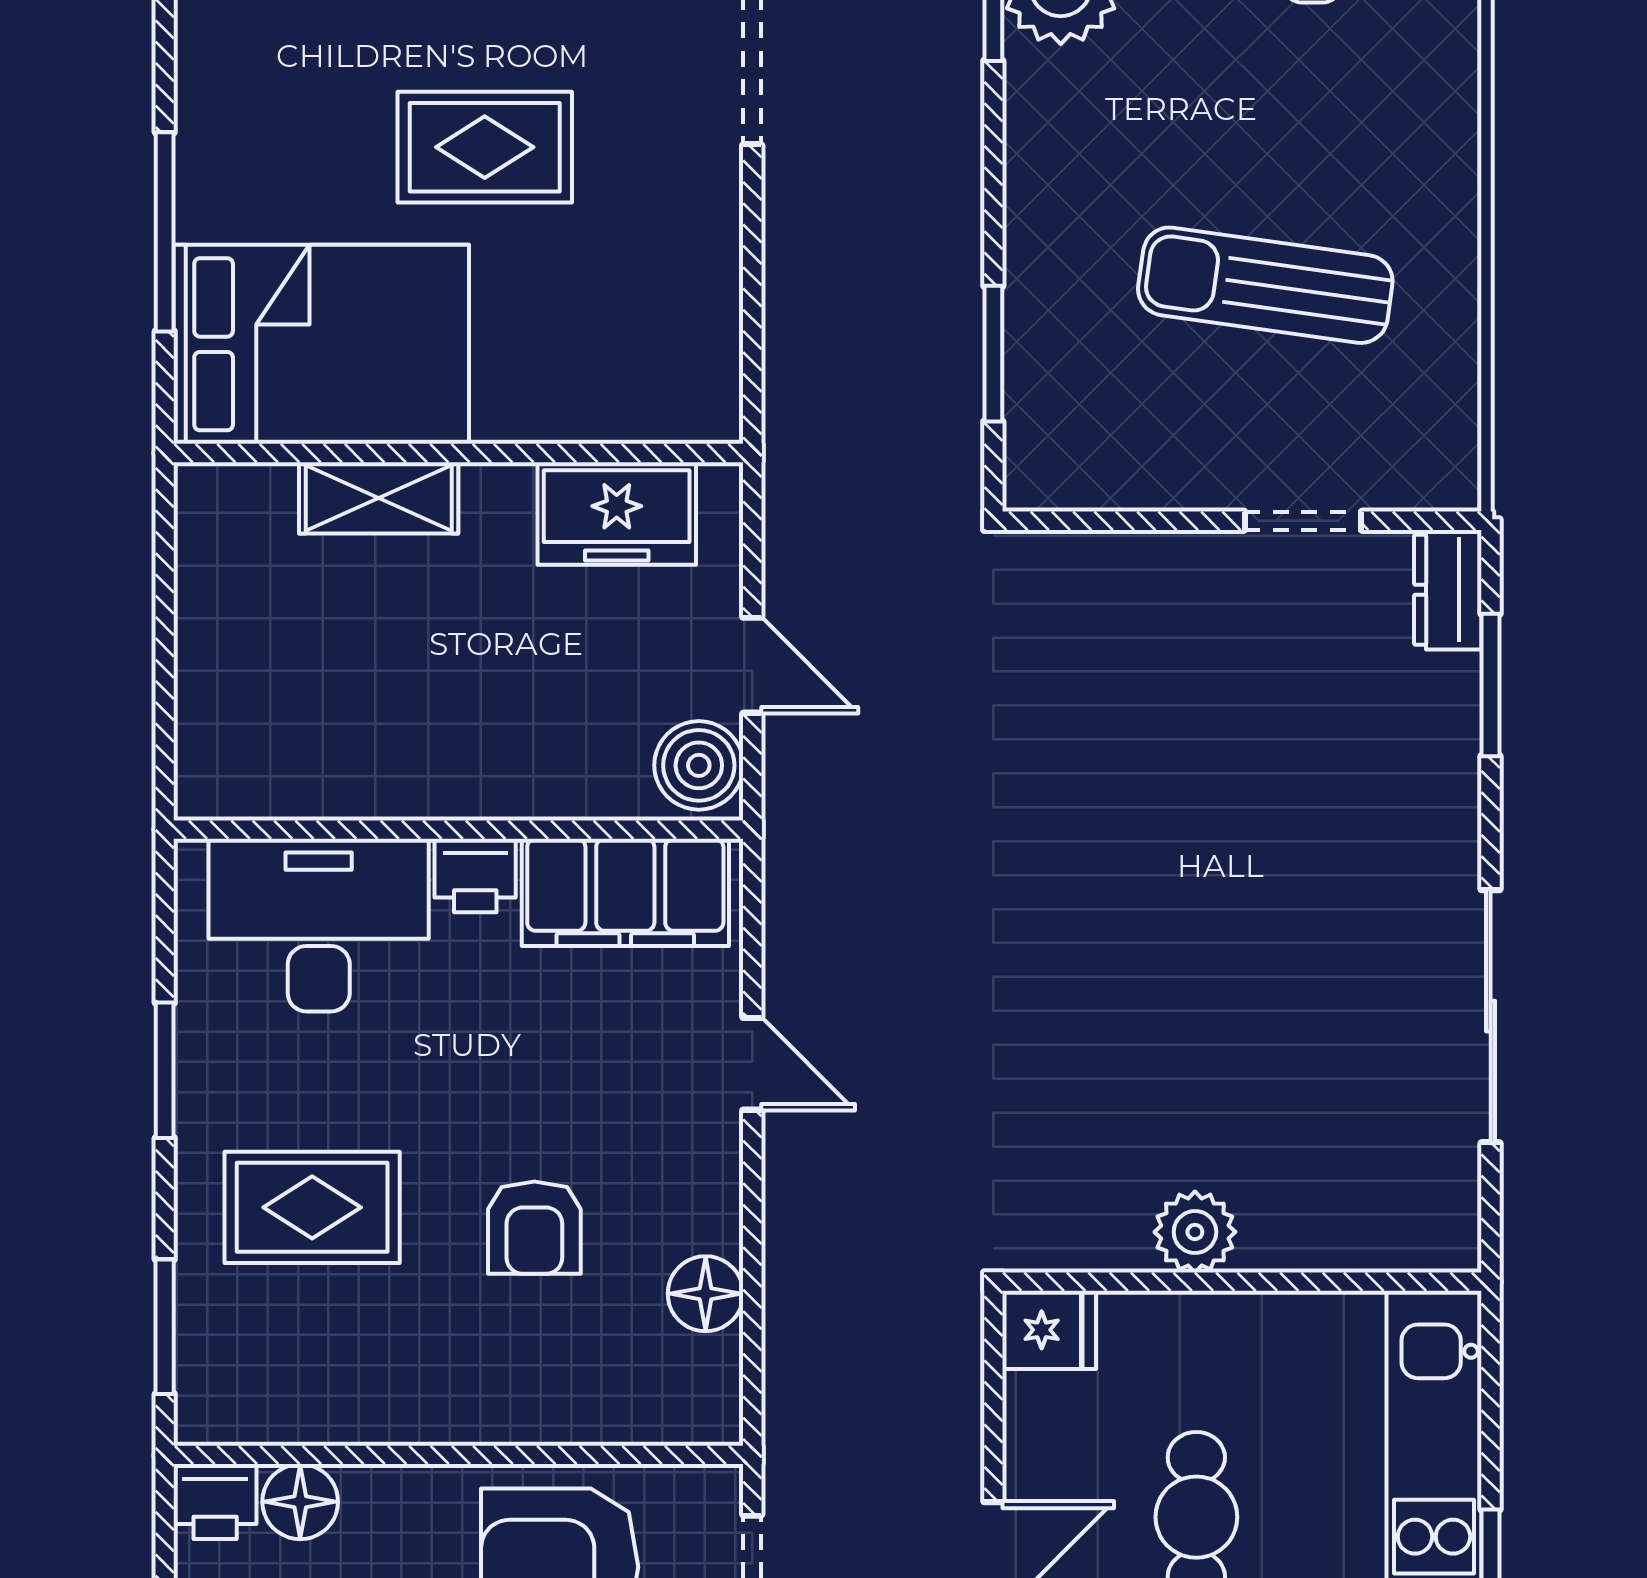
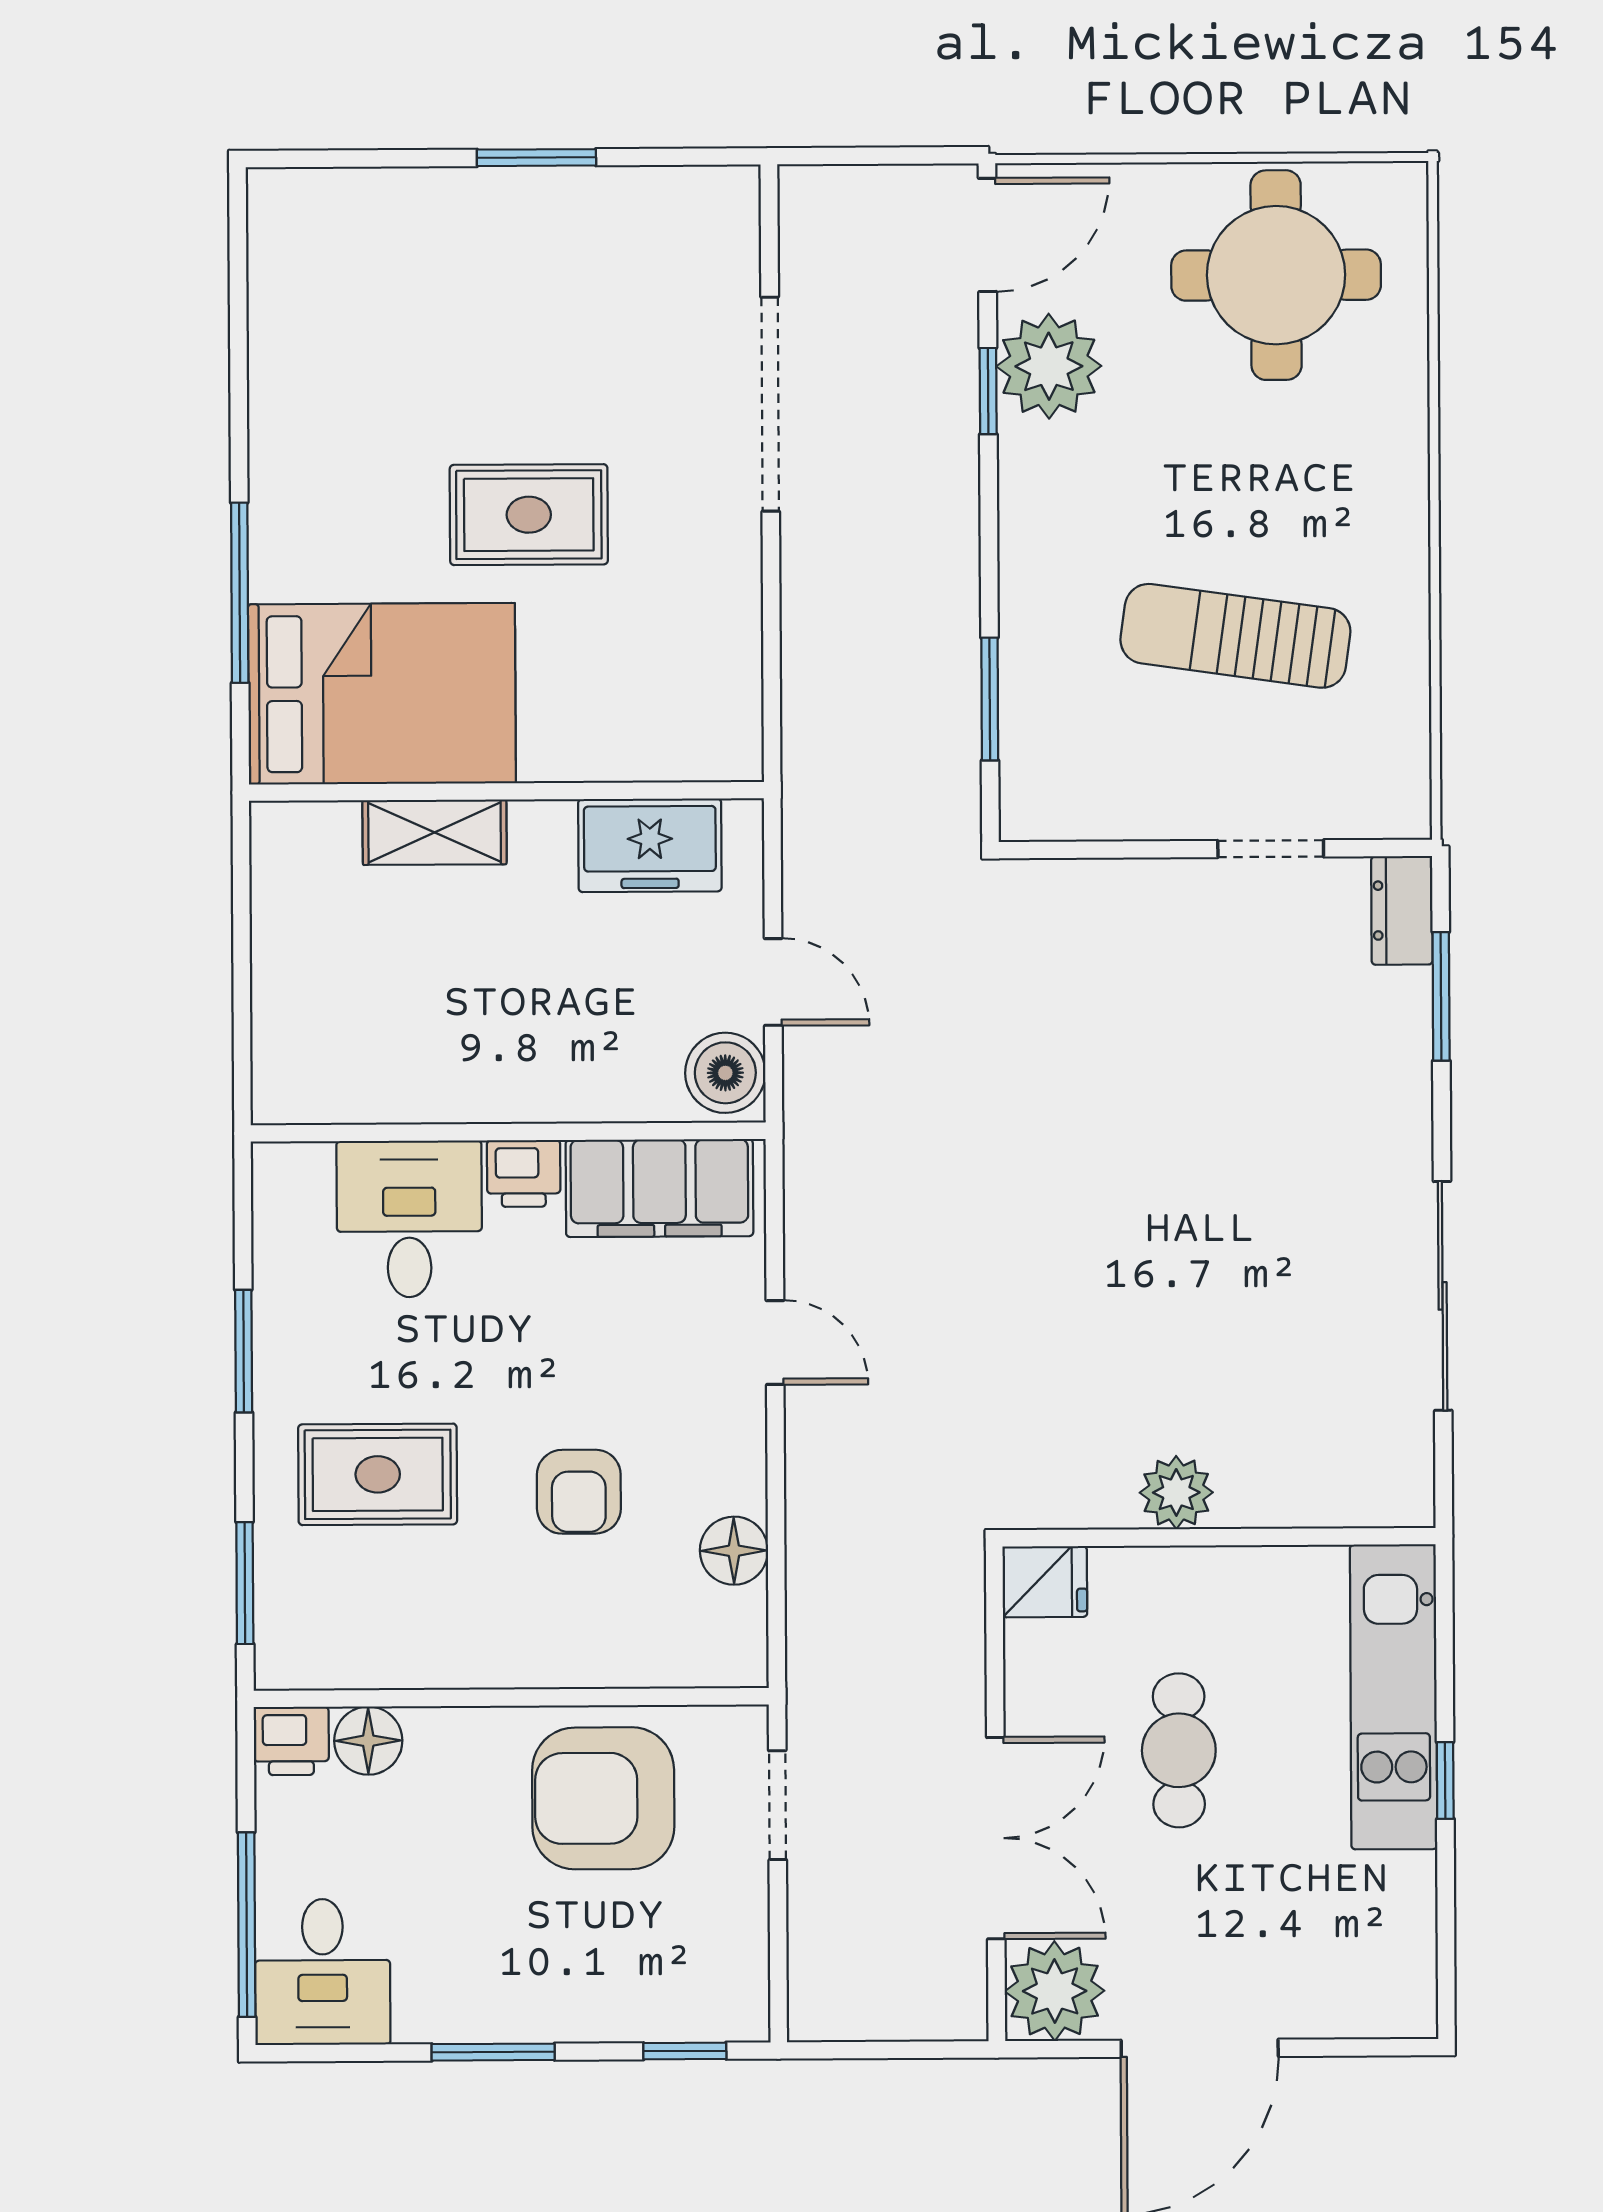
desk: (319, 925) -> (409, 1219), width x0.73

